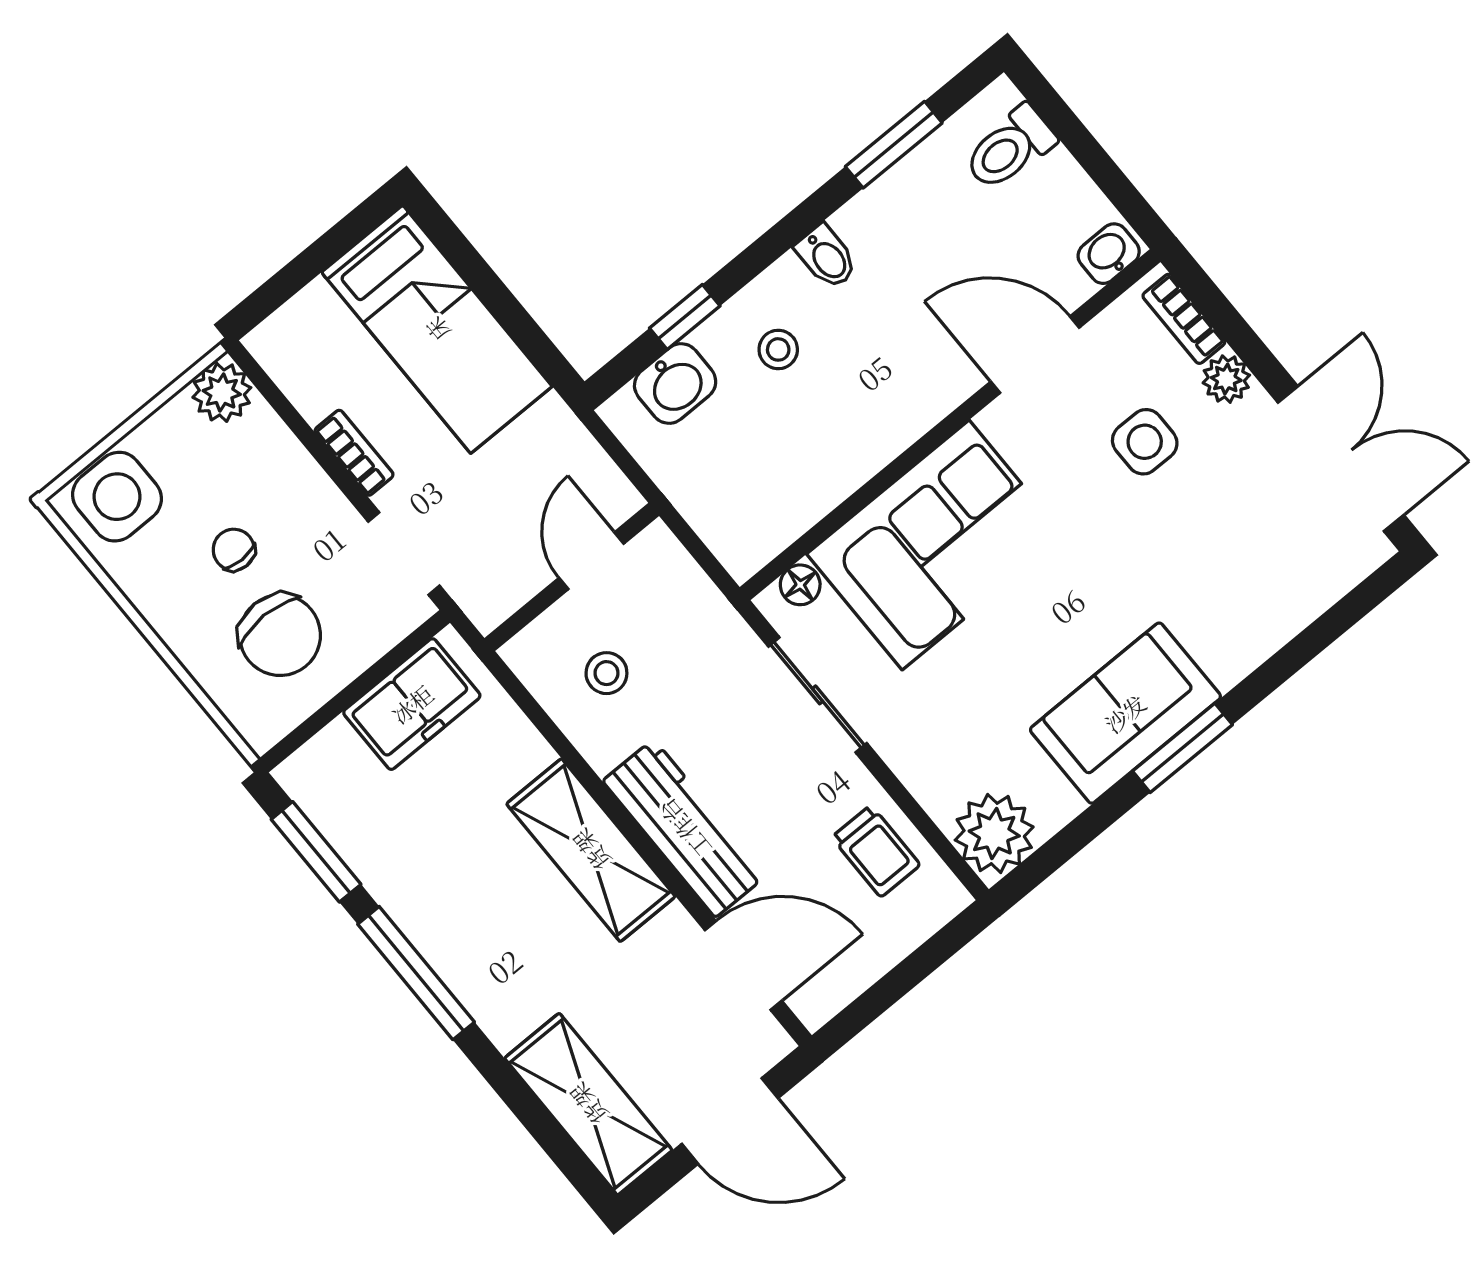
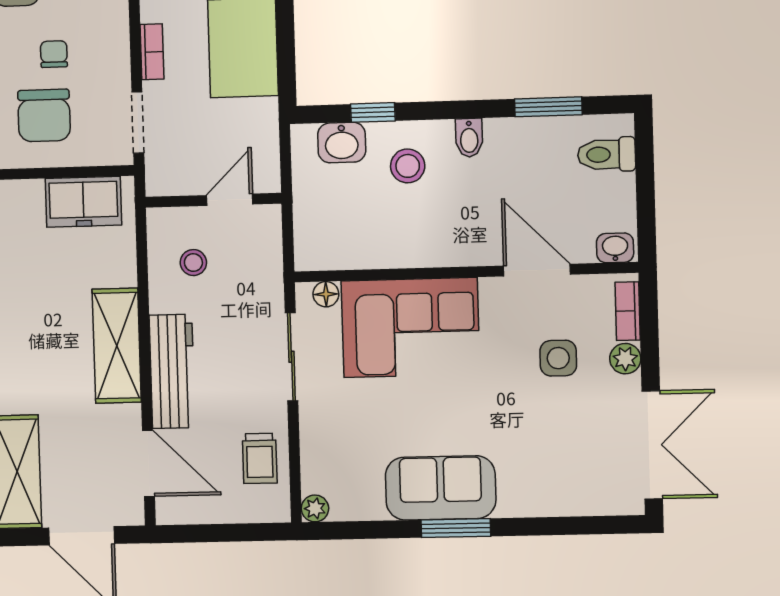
stool: (778, 349) -> (408, 166), width x1.37, depth x1.37
plant: (994, 833) -> (315, 508), width x0.53, depth x0.53

